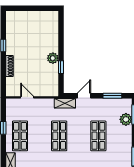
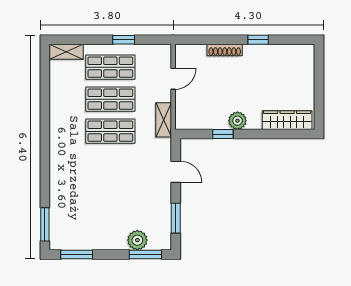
wardrobe: (52, 28) -> (287, 120), added
shelving: (65, 103) -> (164, 120), moved
shop shelf: (98, 136) -> (110, 99), moved

